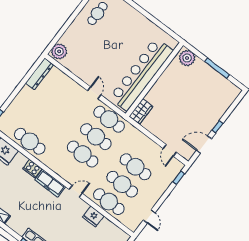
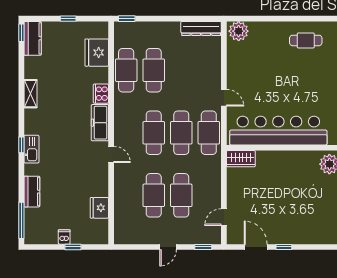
door: (94, 93) -> (224, 98), hinge flipped
cafe table: (109, 202) -> (154, 70), moved
fridge: (93, 216) -> (99, 208), moved
door: (149, 216) -> (168, 247), moved

